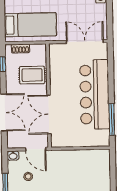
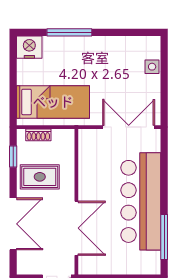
rug: (32, 75) -> (40, 177), moved
double door: (49, 114) -> (76, 228), swing flipped

